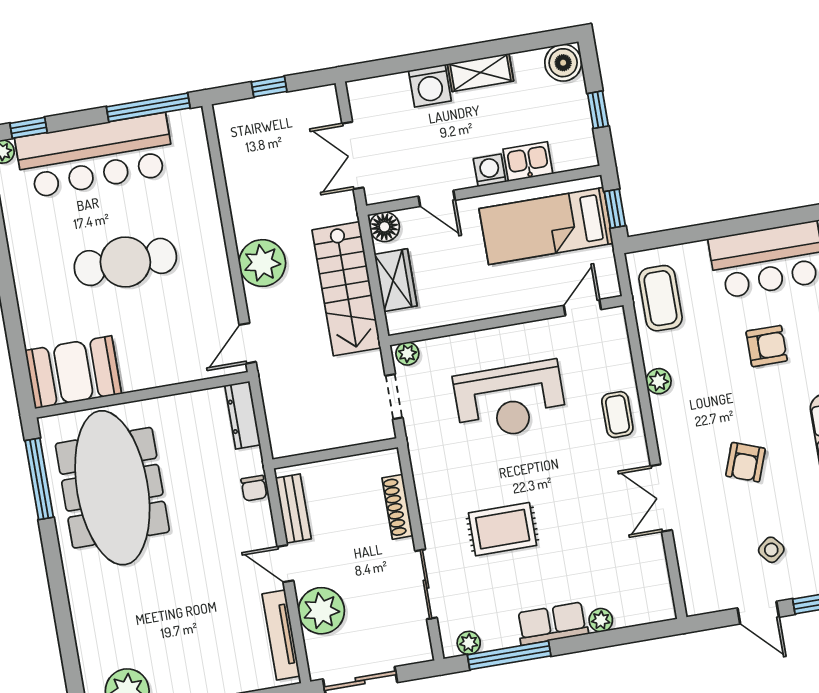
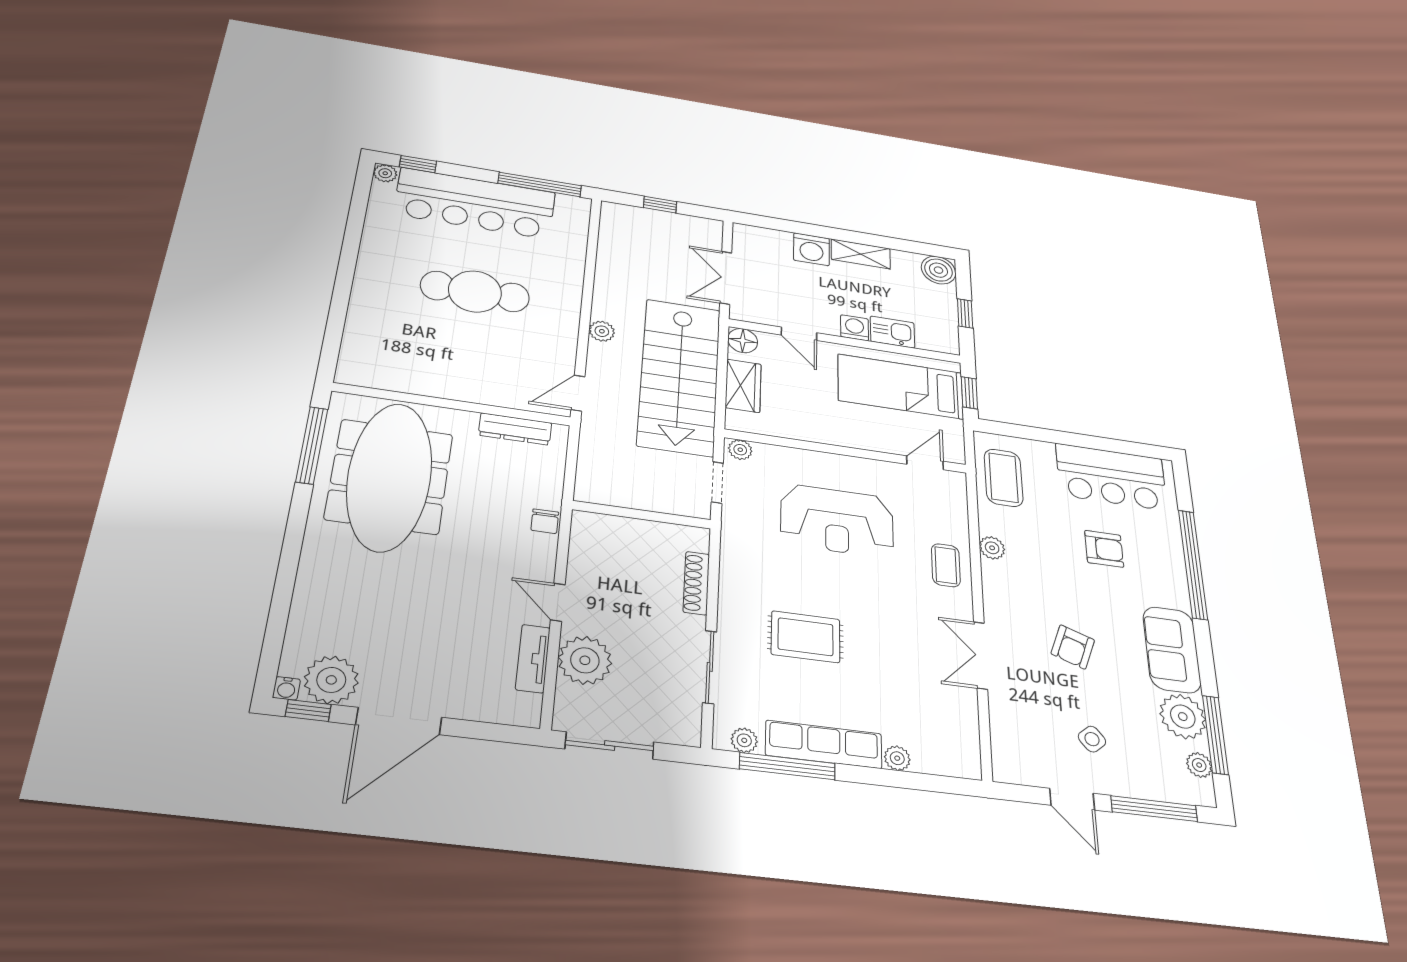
plant: (262, 263) -> (602, 331), width x0.53, depth x0.53
stairs: (346, 289) -> (679, 376), width x1.36, depth x1.51
booth: (73, 372) -> (386, 364), removed
dresser: (243, 415) -> (515, 429), moved, turned -90
bench: (293, 508) -> (582, 552), removed
row of seats: (552, 624) -> (824, 744), width x1.48
tv unit: (281, 635) -> (533, 659), width x0.71

